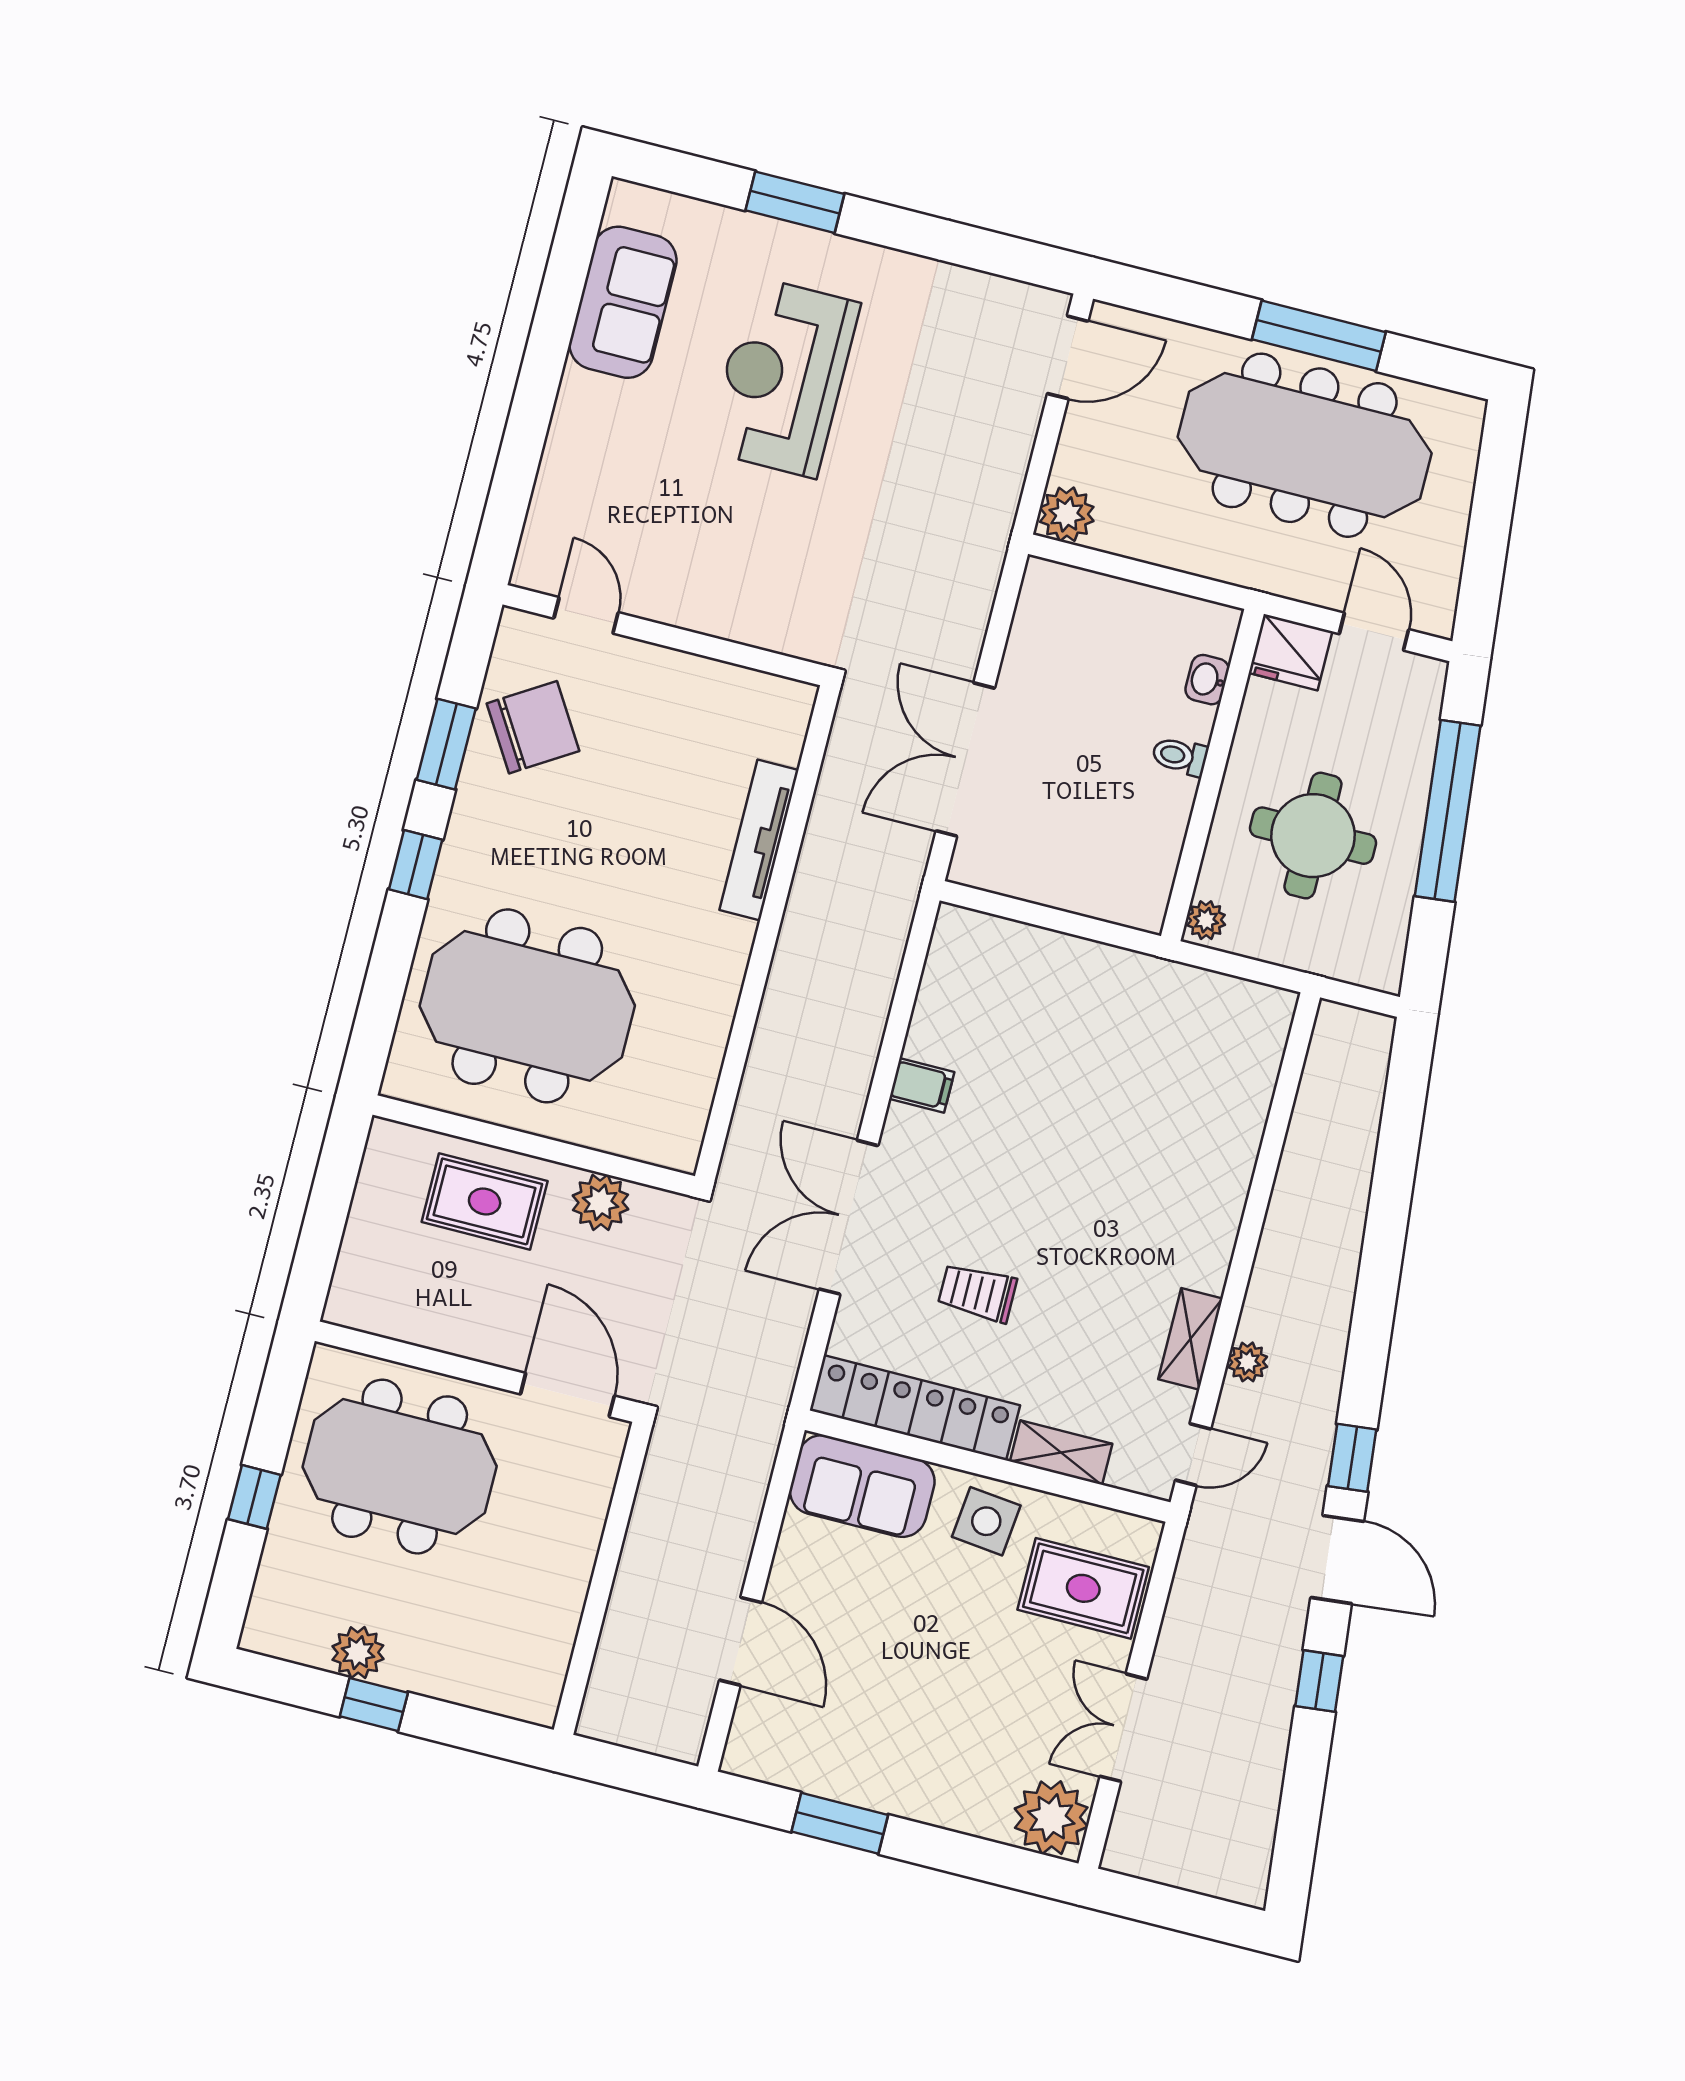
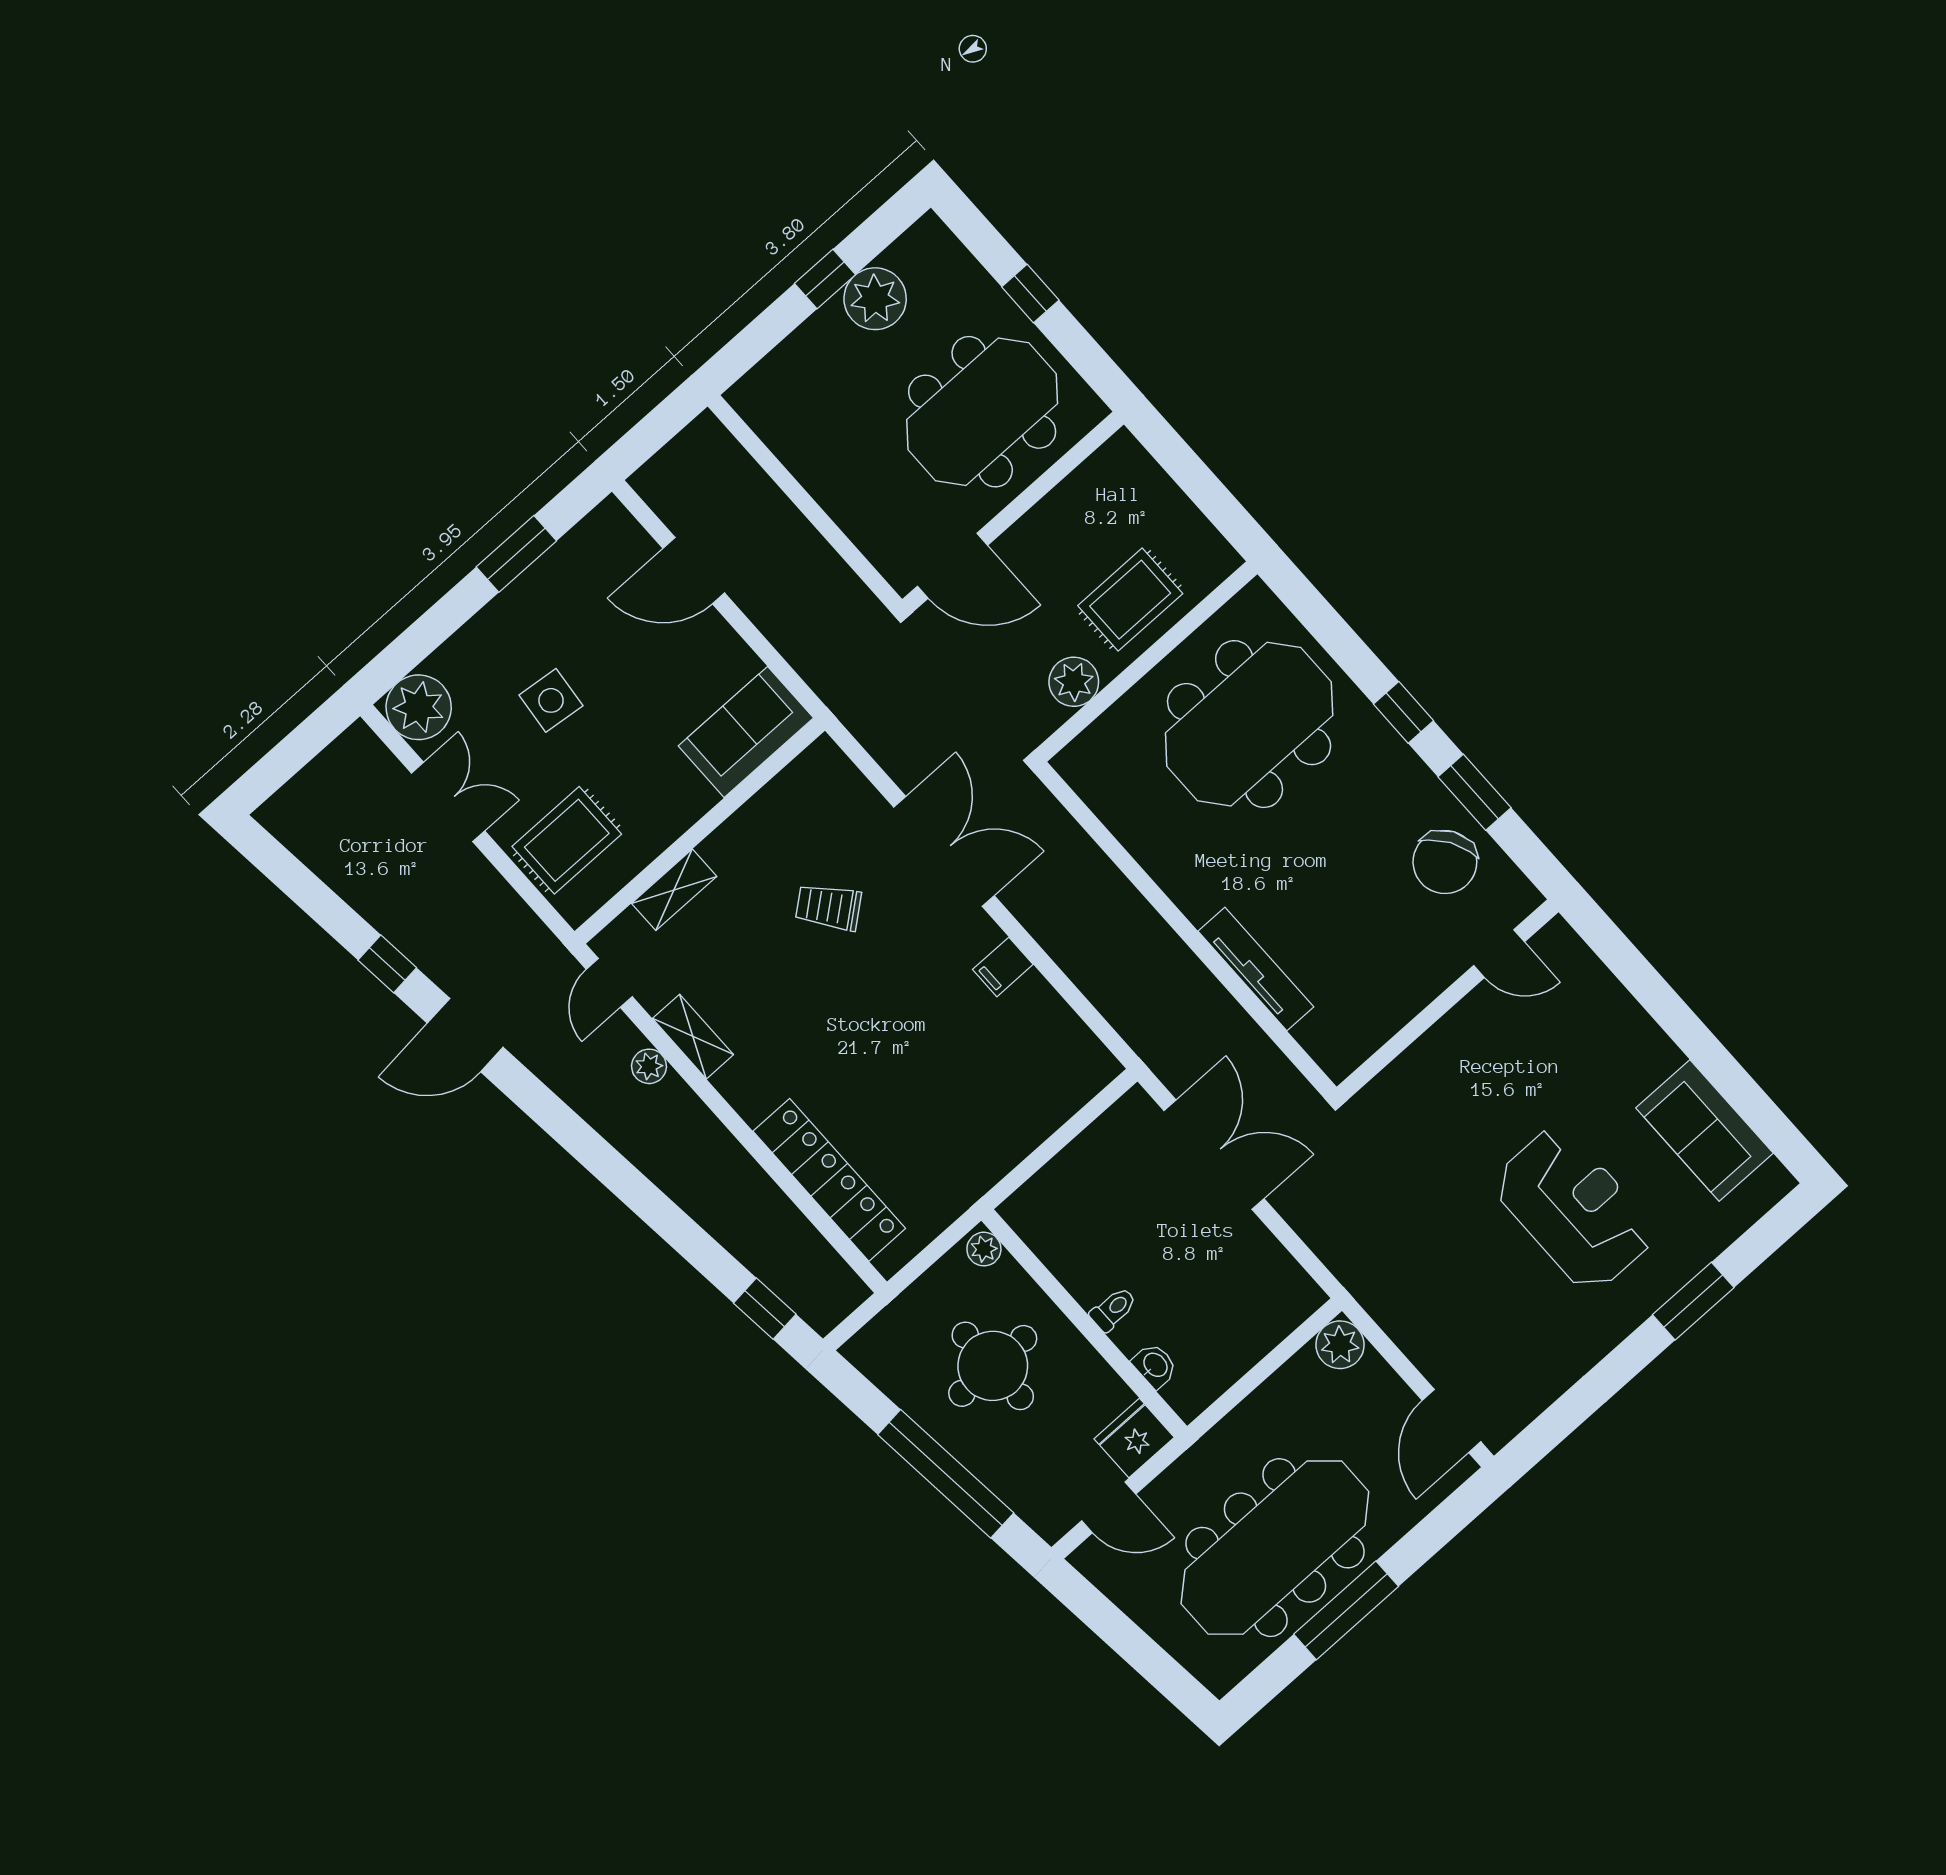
trolley: (977, 1293) -> (828, 907), turned -129
locker: (915, 1408) -> (829, 1180), moved, turned -90
window: (1352, 1458) -> (765, 1309), moved
side table: (986, 1521) -> (551, 700), moved
plant: (358, 1653) -> (875, 299), width x1.36, depth x1.36

